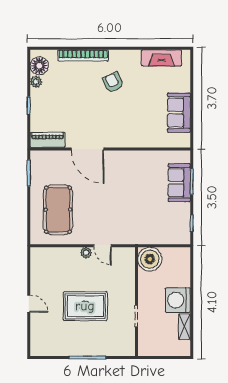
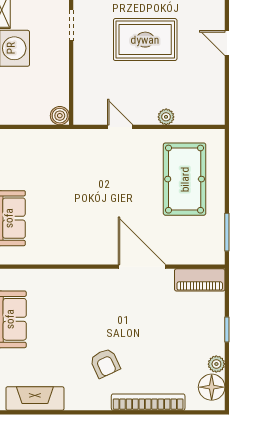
plant: (86, 253) -> (166, 117), moved
boiler: (150, 259) -> (60, 116), width x0.54, depth x0.54

